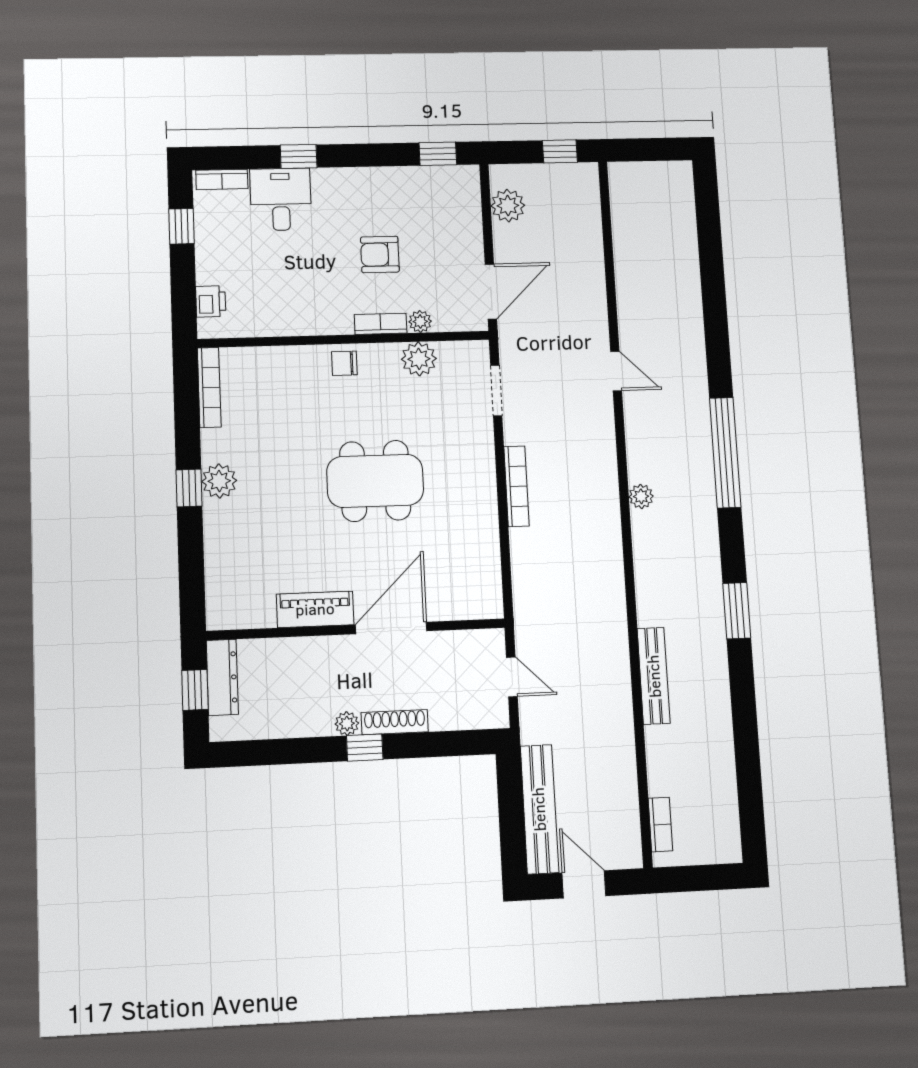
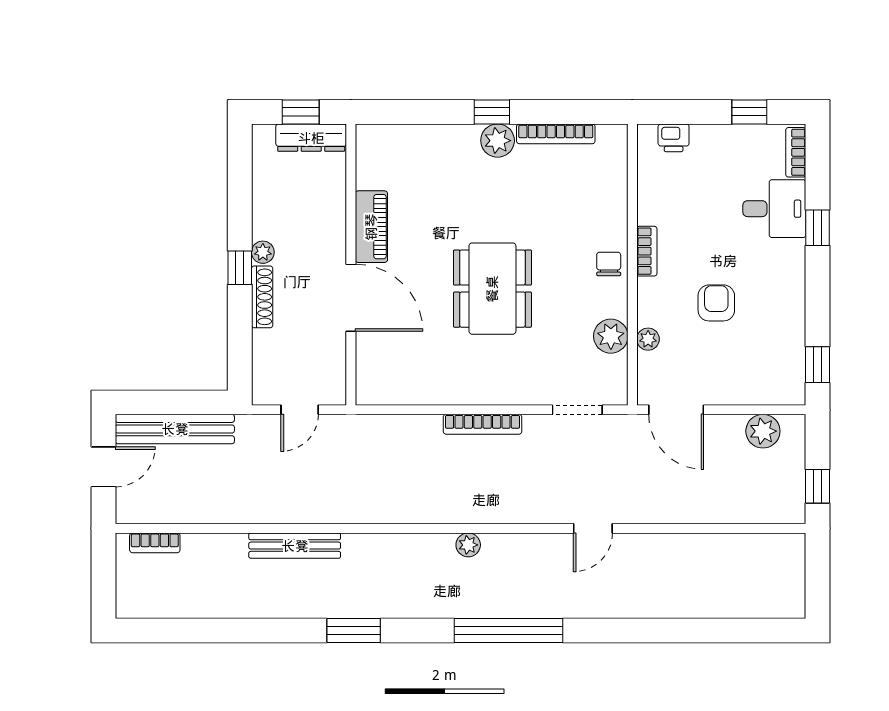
bookcase: (381, 324) -> (647, 251), moved
bookcase: (209, 387) -> (556, 134), moved

